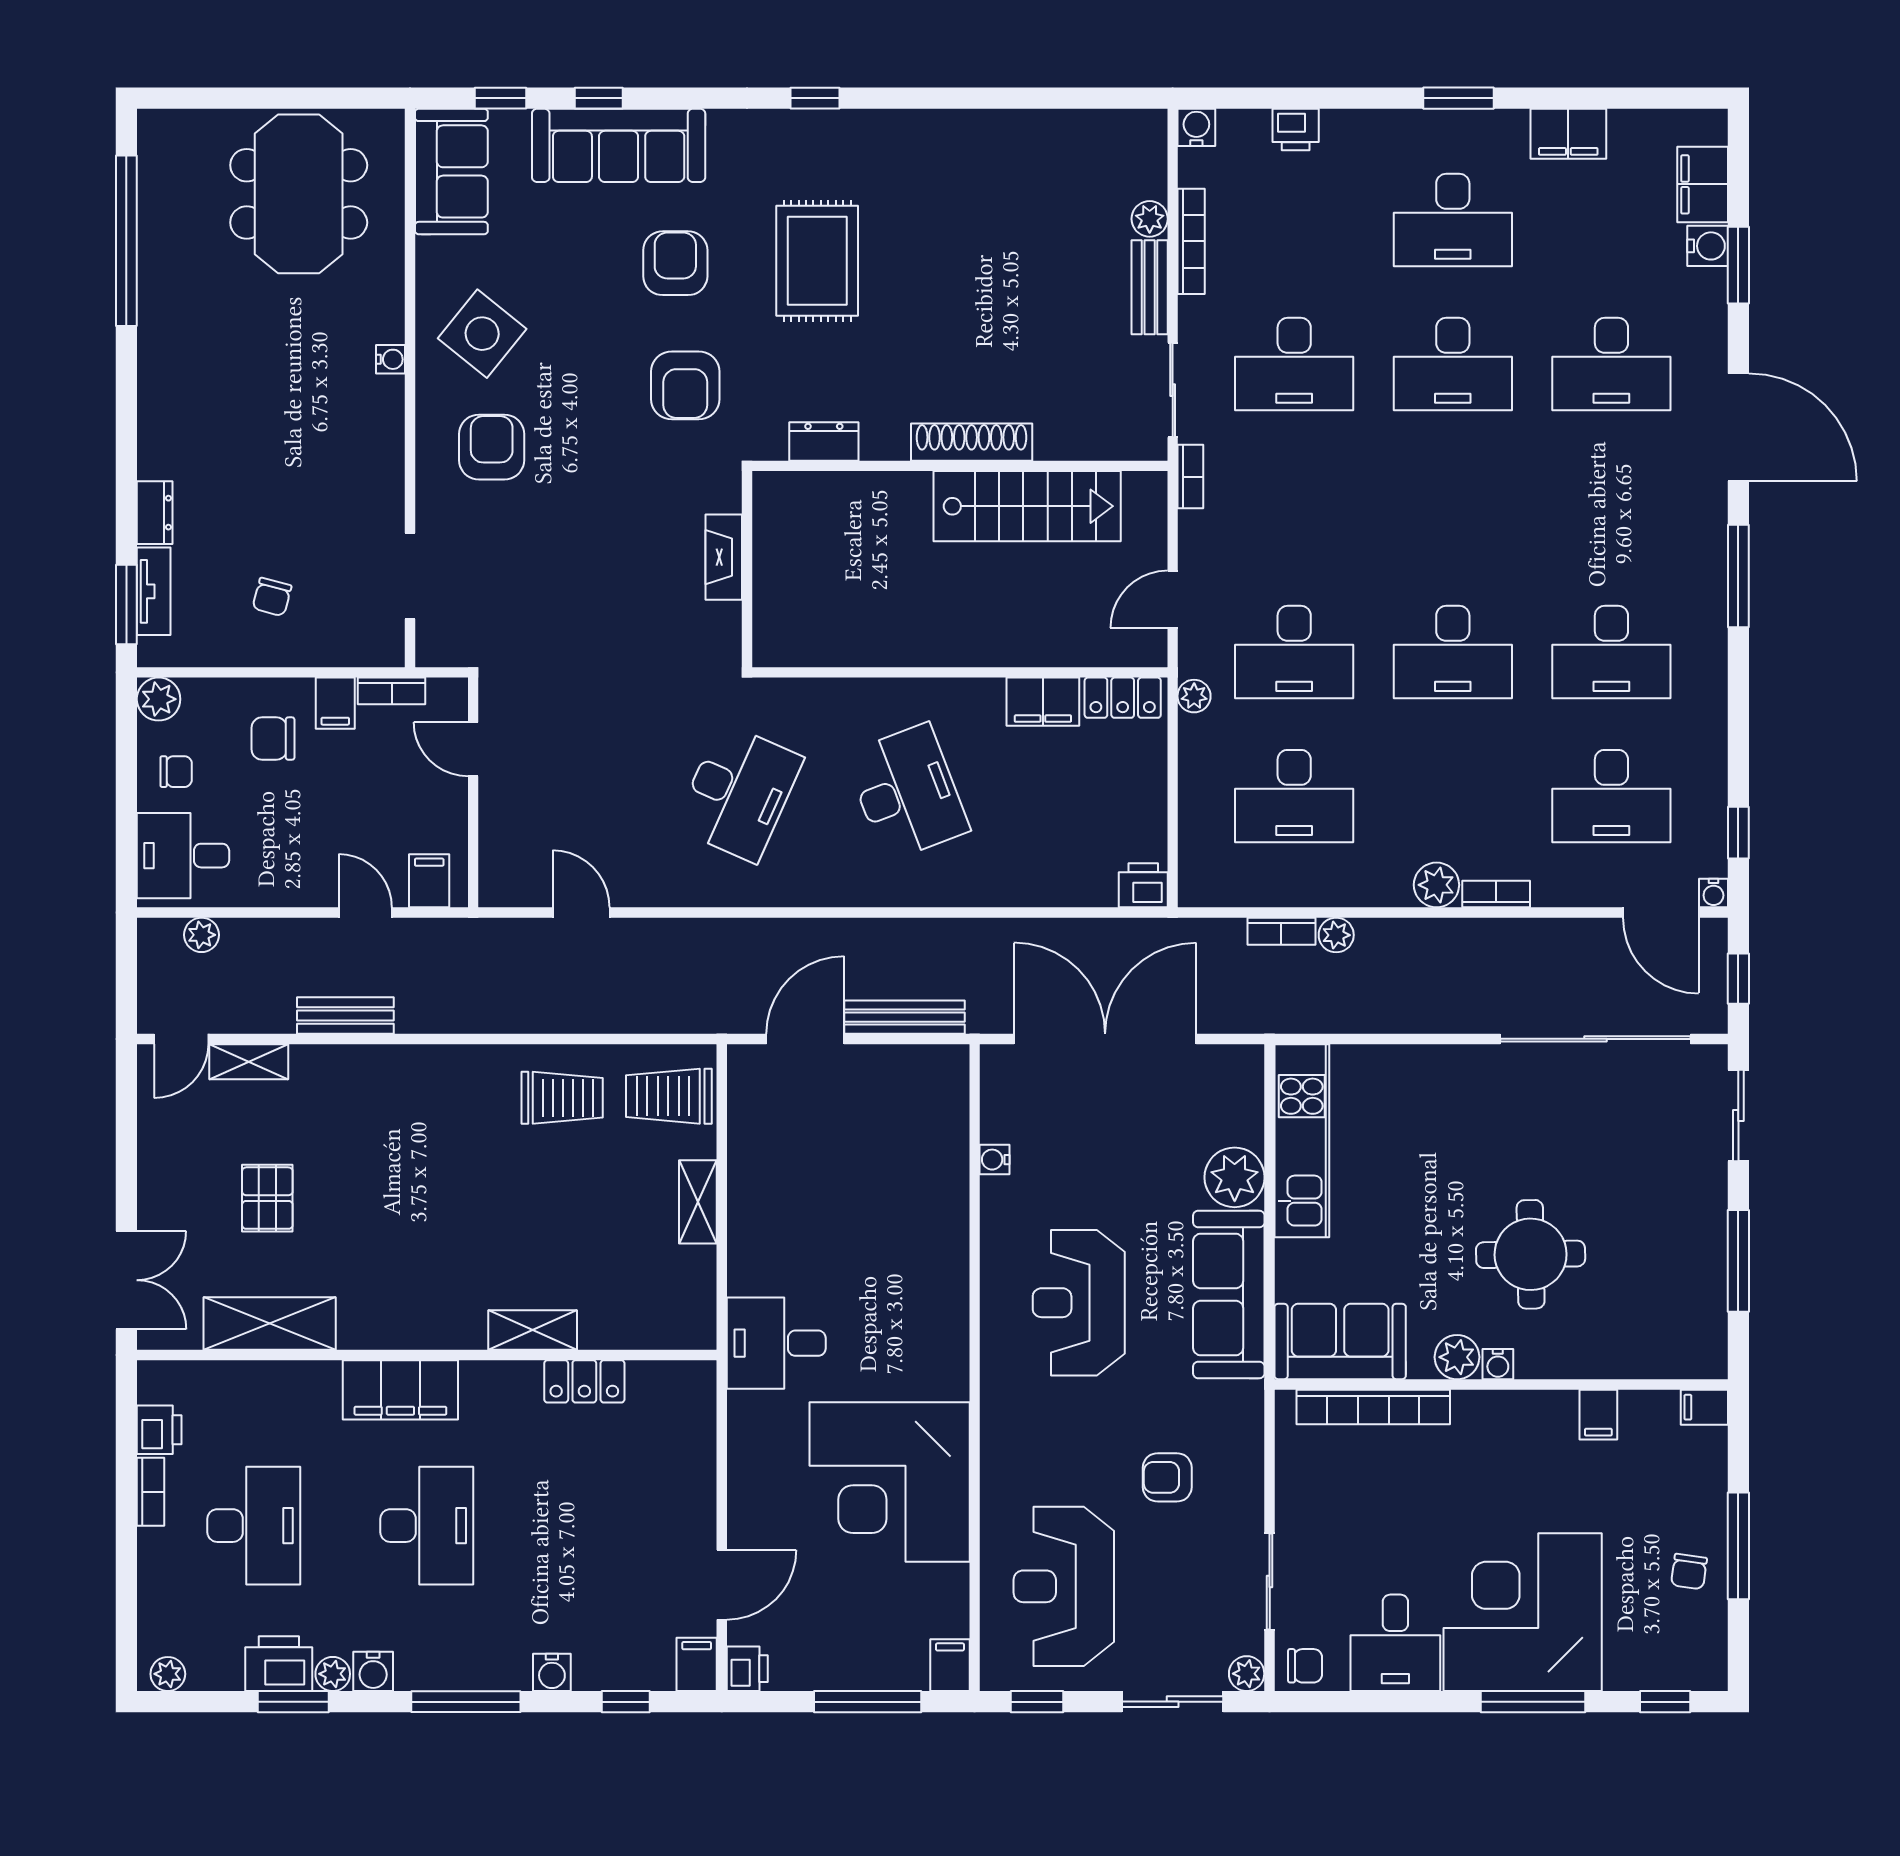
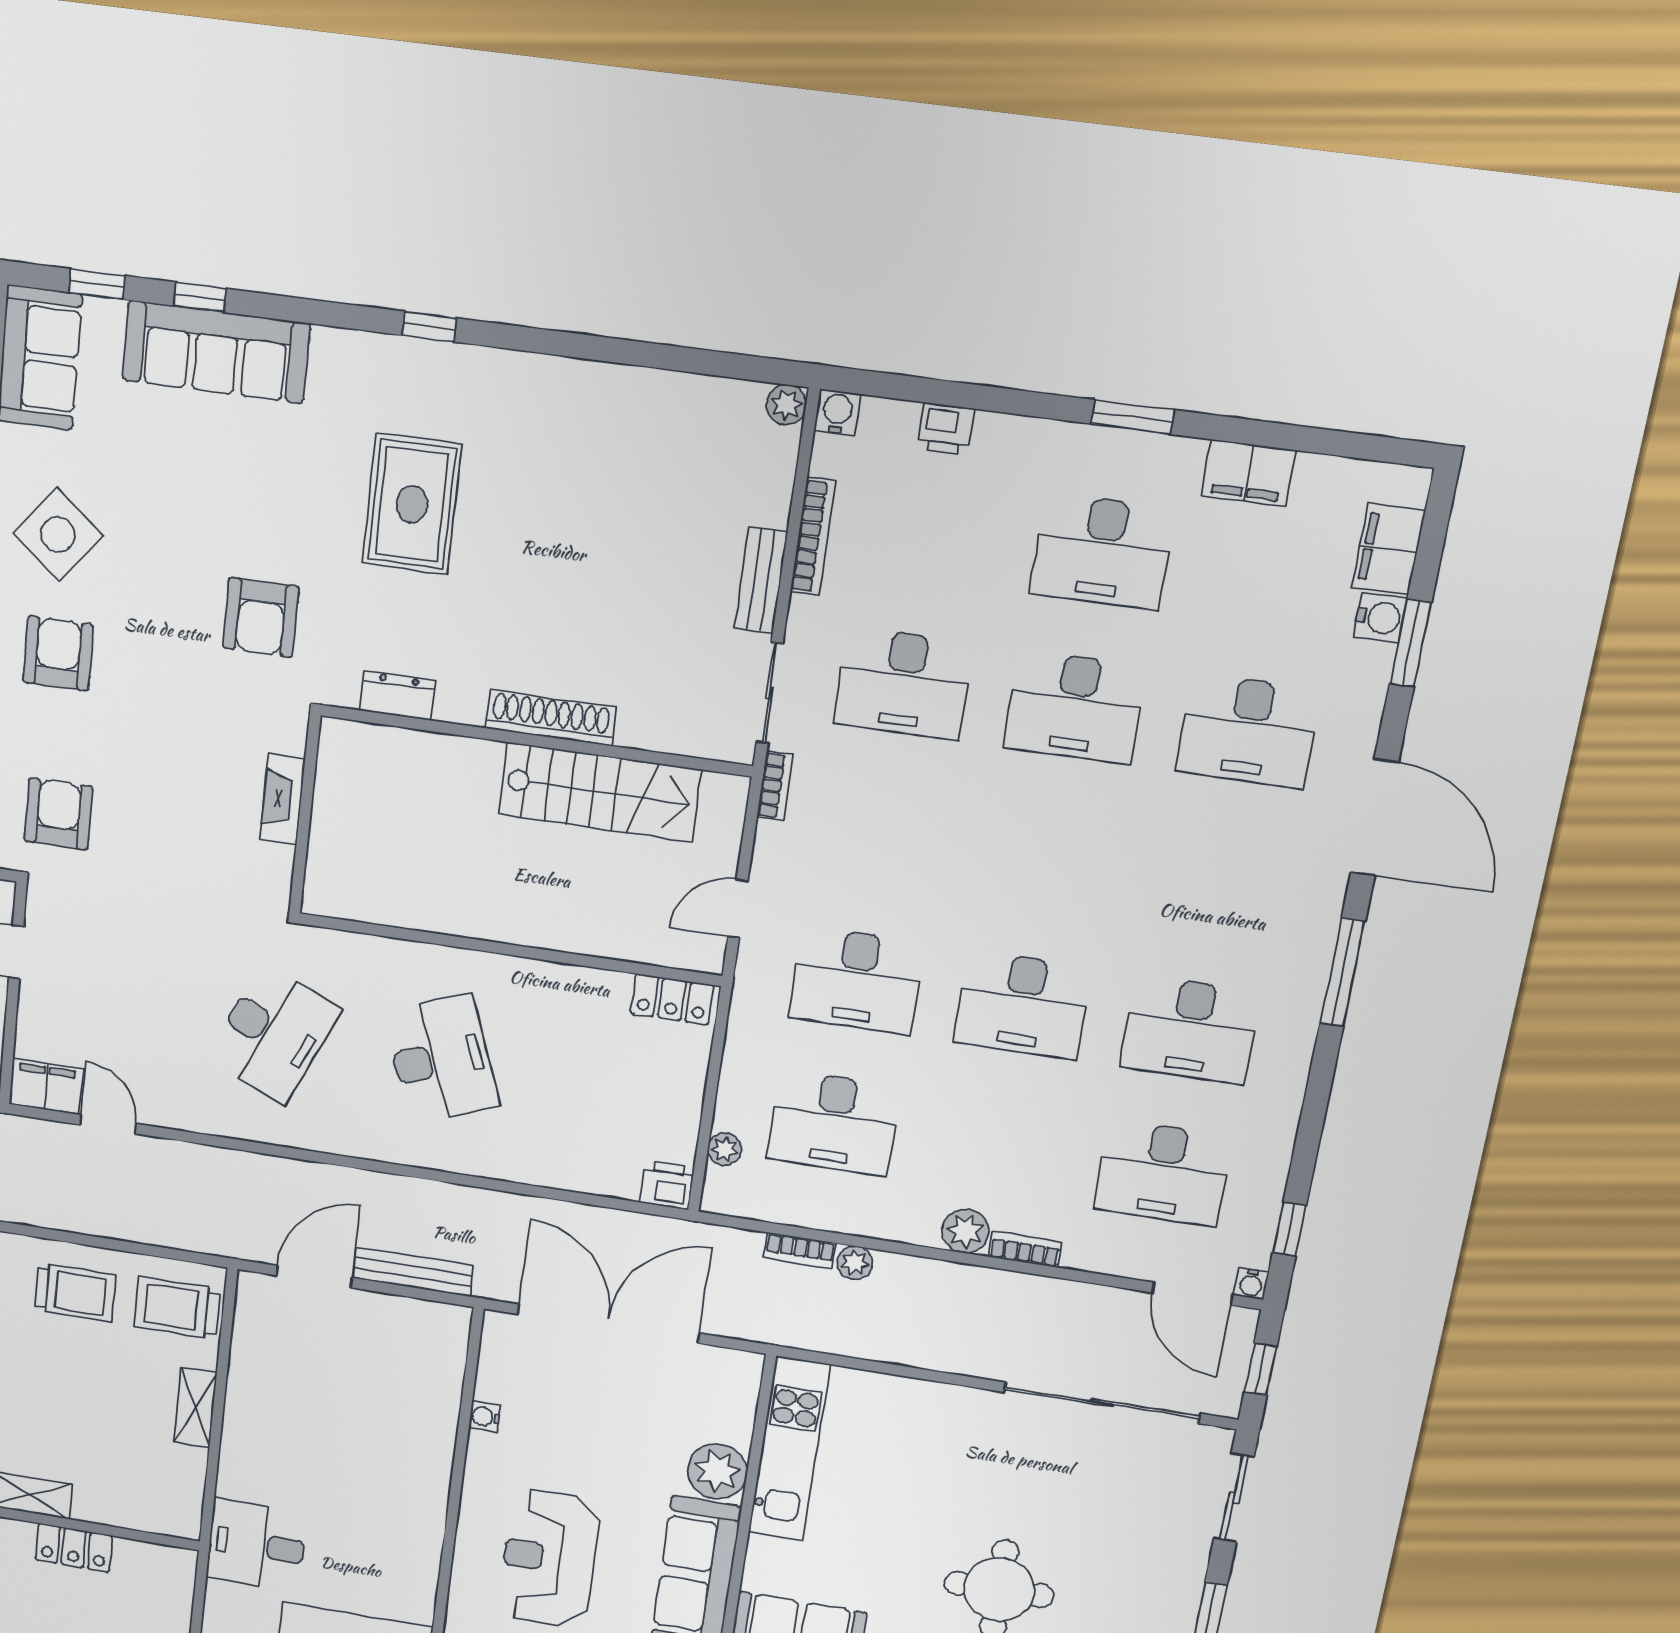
plant: (1150, 219) -> (786, 405), moved
armchair: (675, 263) -> (58, 814), moved
plant: (1194, 696) -> (725, 1149), moved
filing cabinet: (1043, 702) -> (46, 1087), moved, turned 180

